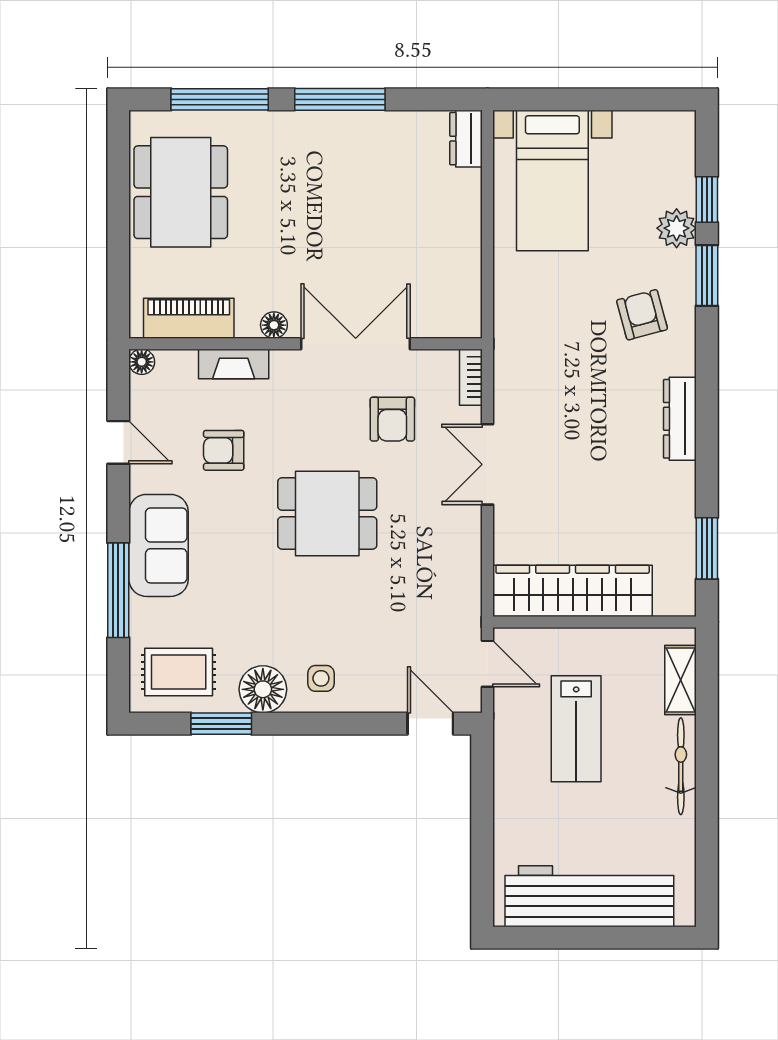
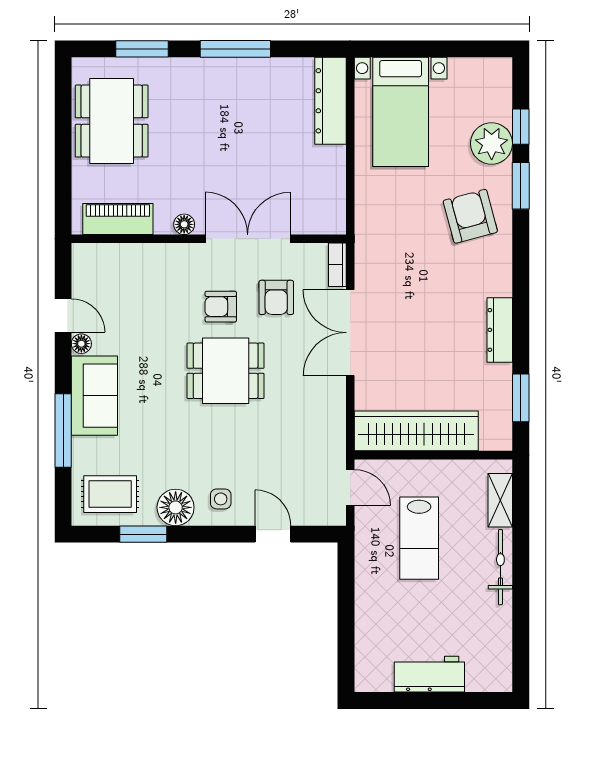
window: (220, 99) -> (142, 49), width x0.69
dresser: (466, 139) -> (330, 101), width x1.96, depth x1.24
plant: (677, 228) -> (492, 143), width x1.36, depth x1.36
armchair: (642, 315) -> (470, 216), width x1.38, depth x1.38
floor lamp: (142, 362) -> (81, 344), moved
fireplace: (234, 364) -> (153, 255), removed
dresser: (680, 419) -> (500, 330), moved
armchair: (224, 450) -> (221, 307), moved
double door: (487, 464) -> (350, 333), width x1.37
door: (430, 724) -> (273, 534), moved
workbench: (589, 896) -> (429, 674), width x0.53, depth x0.76

